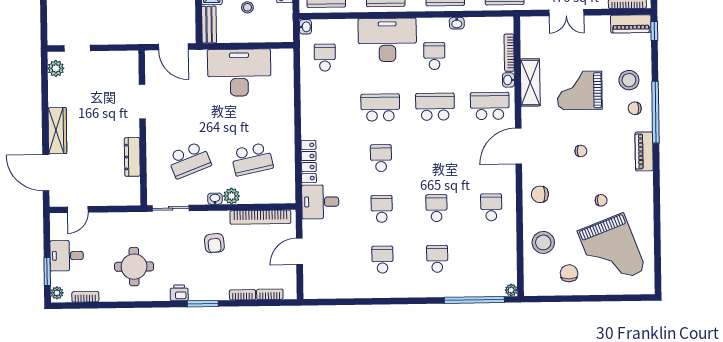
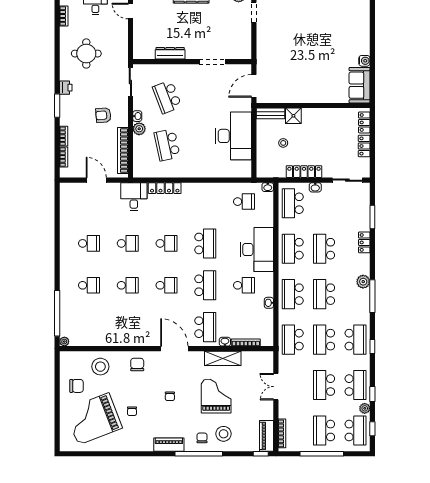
school desk: (491, 207) -> (166, 285), moved

